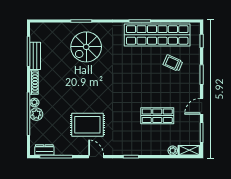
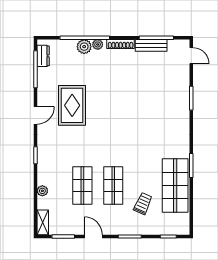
door: (44, 21) -> (191, 56), added
shop shelf: (157, 35) -> (175, 185), width x0.71
spiral stairs: (86, 47) -> (161, 104), removed
shop shelf: (157, 89) -> (113, 185), added
plant: (173, 151) -> (42, 191), moved

